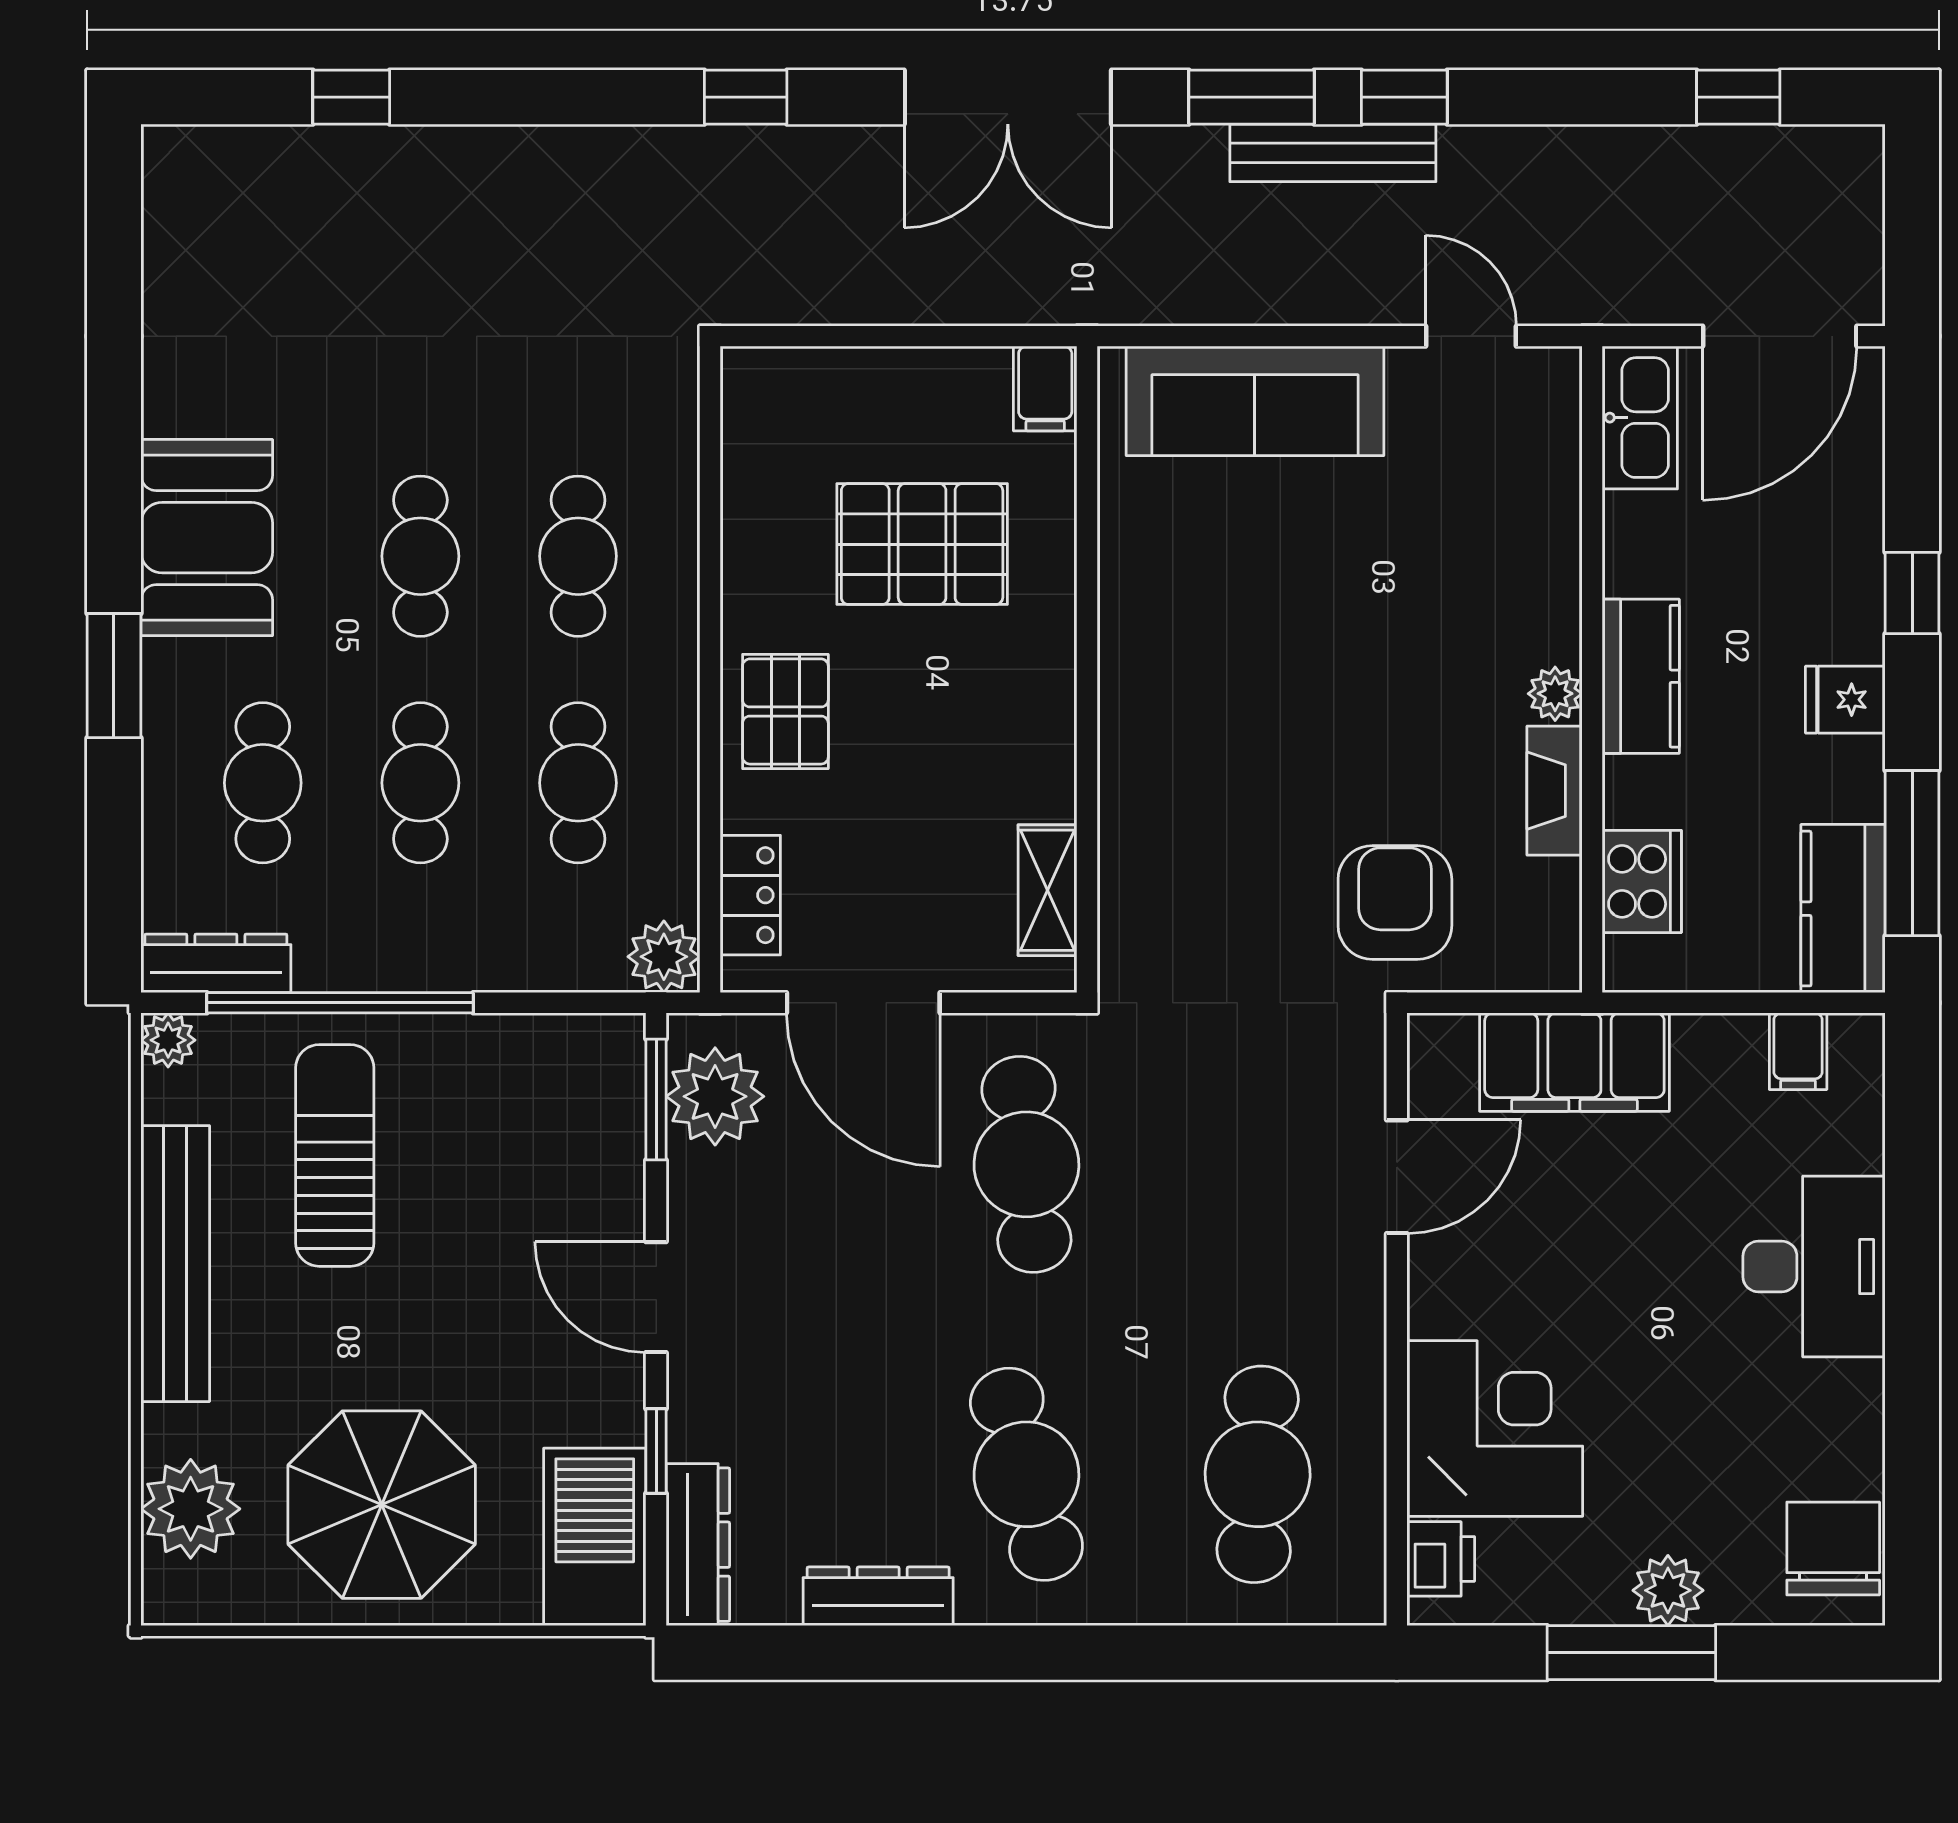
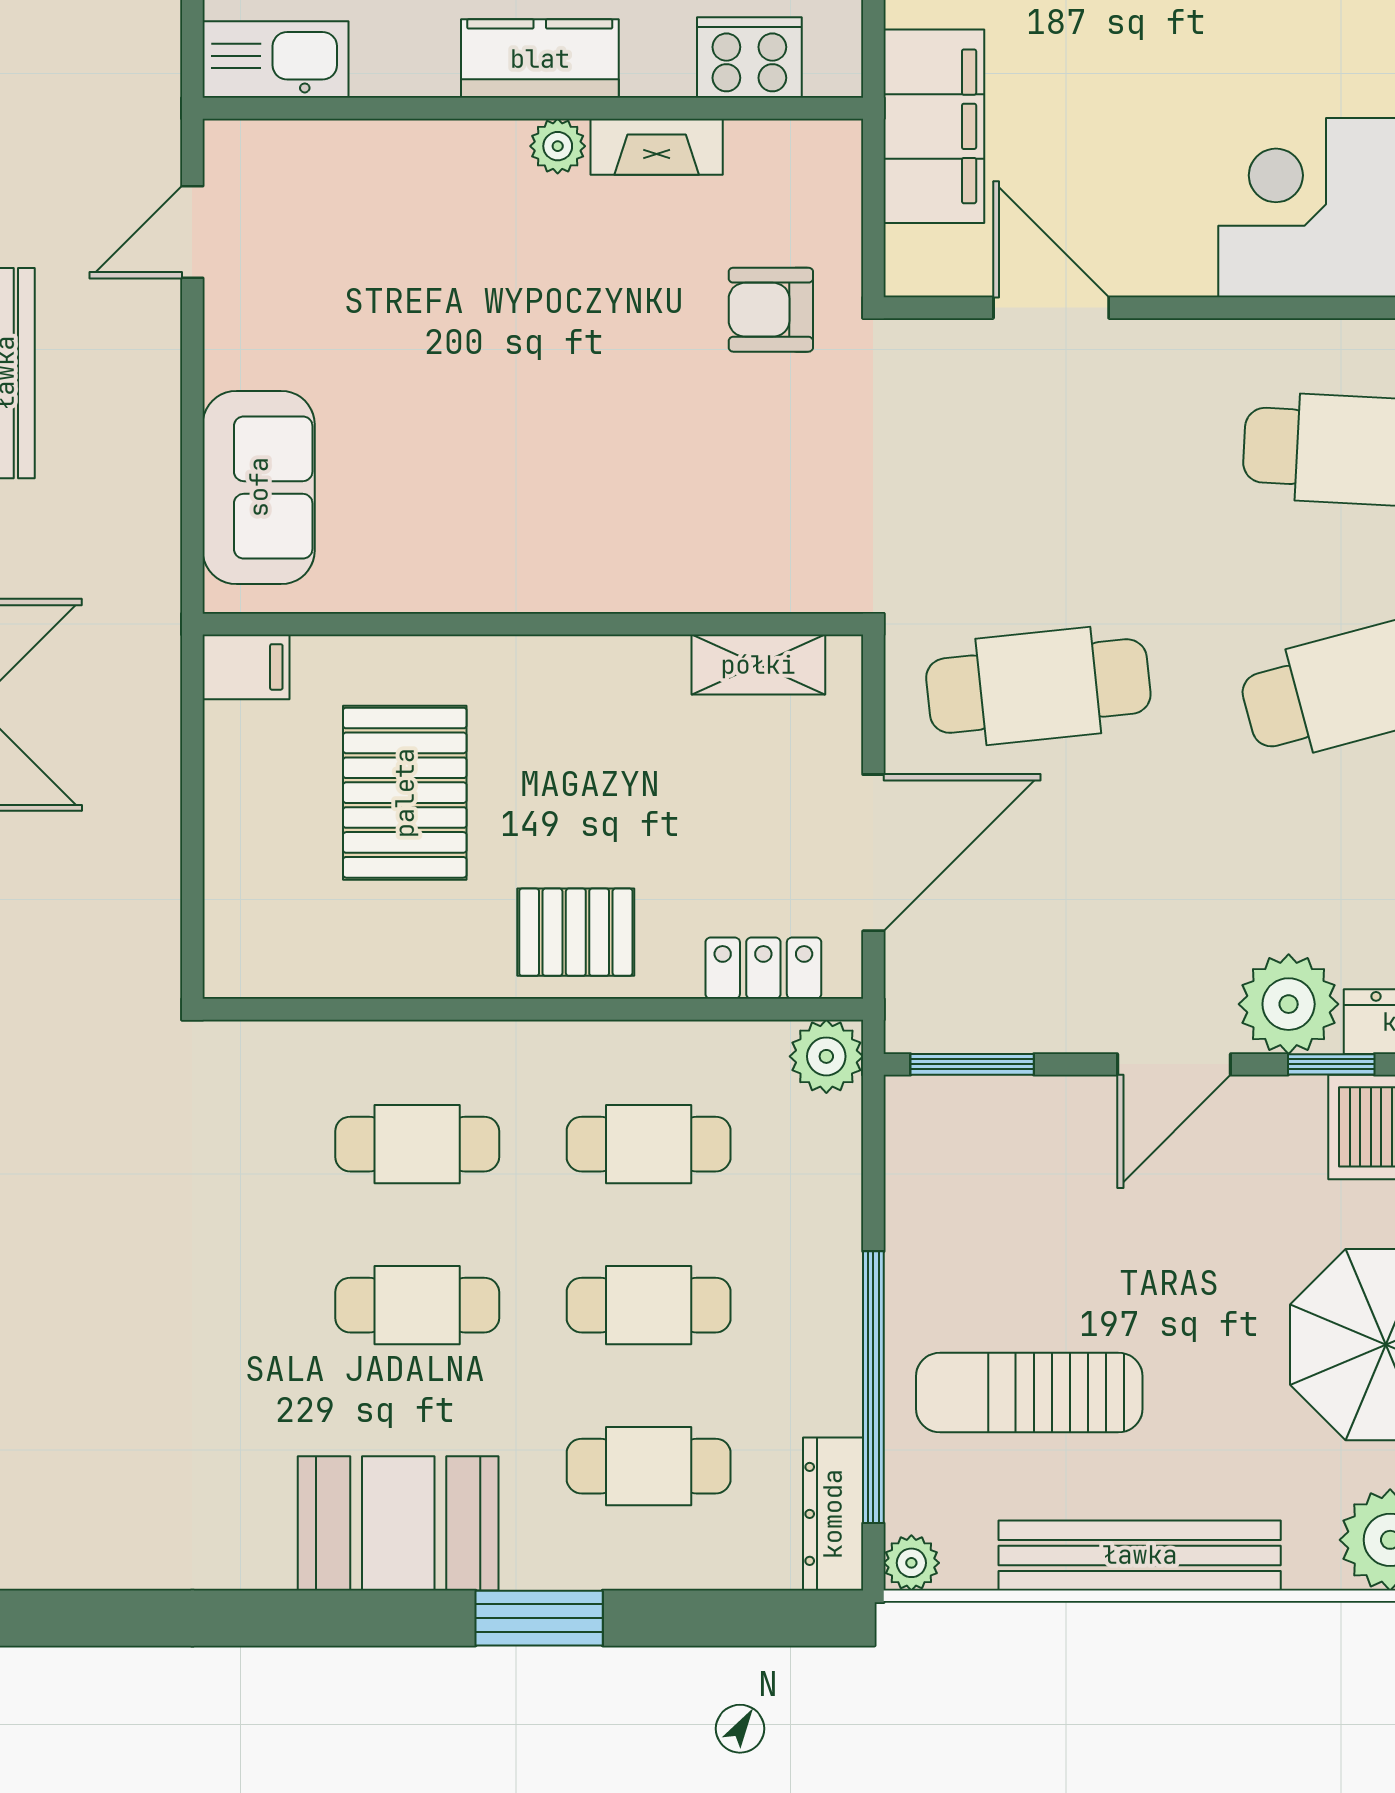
sofa: (1255, 401) -> (259, 487), width x0.73
armchair: (1395, 902) -> (771, 310), width x0.72, depth x0.72
plant: (715, 1096) -> (1289, 1004), moved

